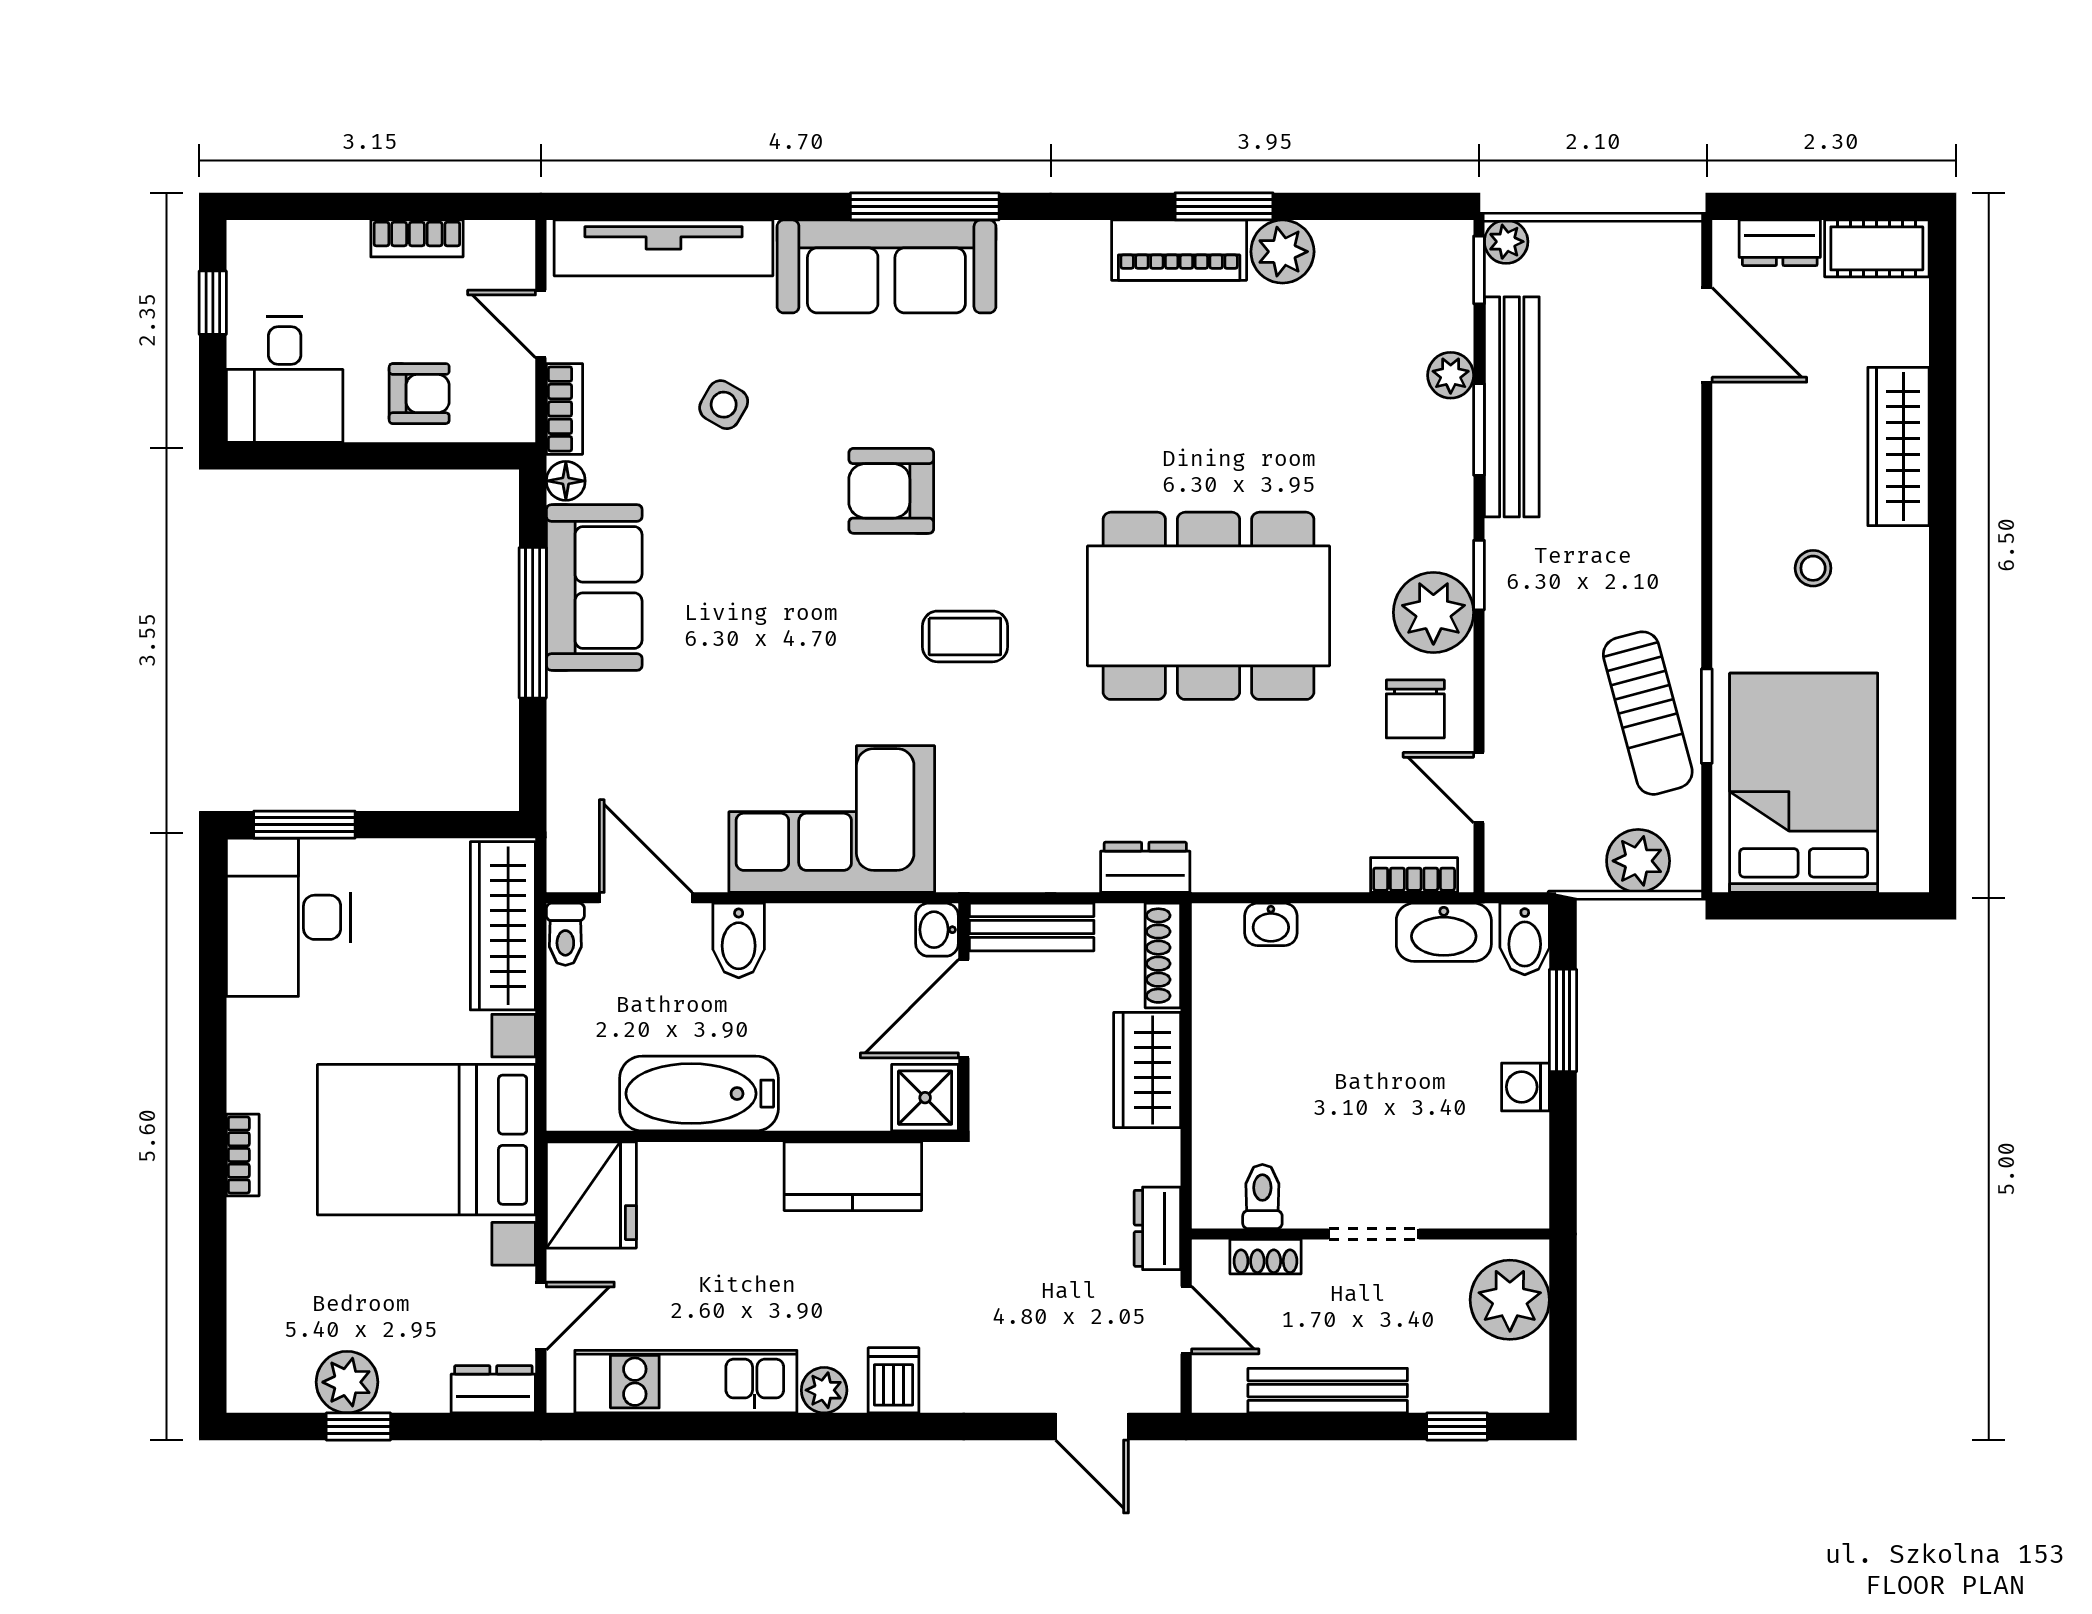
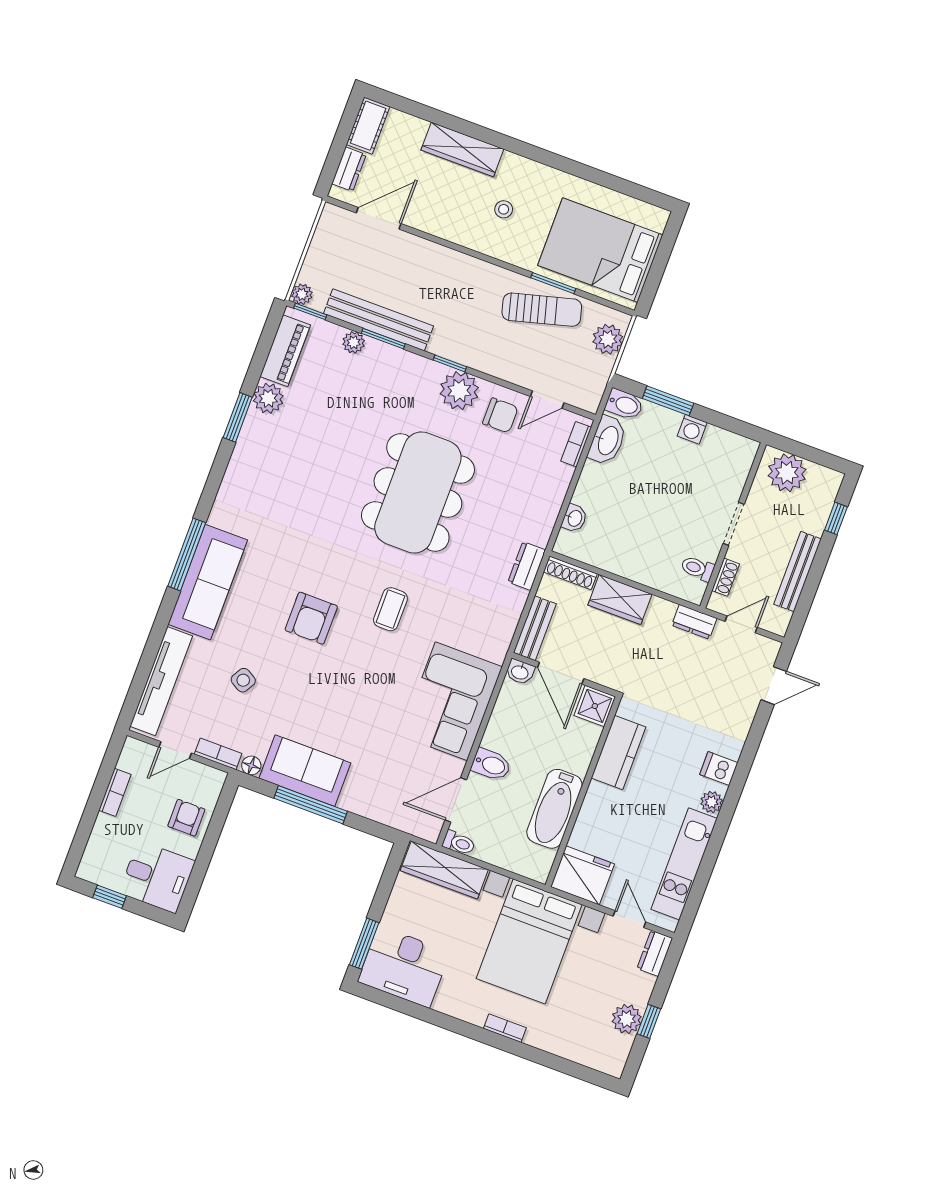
piano: (1179, 250) -> (285, 351), moved

